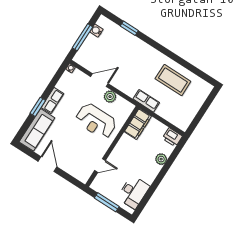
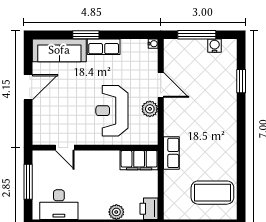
coffee table: (173, 80) -> (212, 193), moved, turned 90

